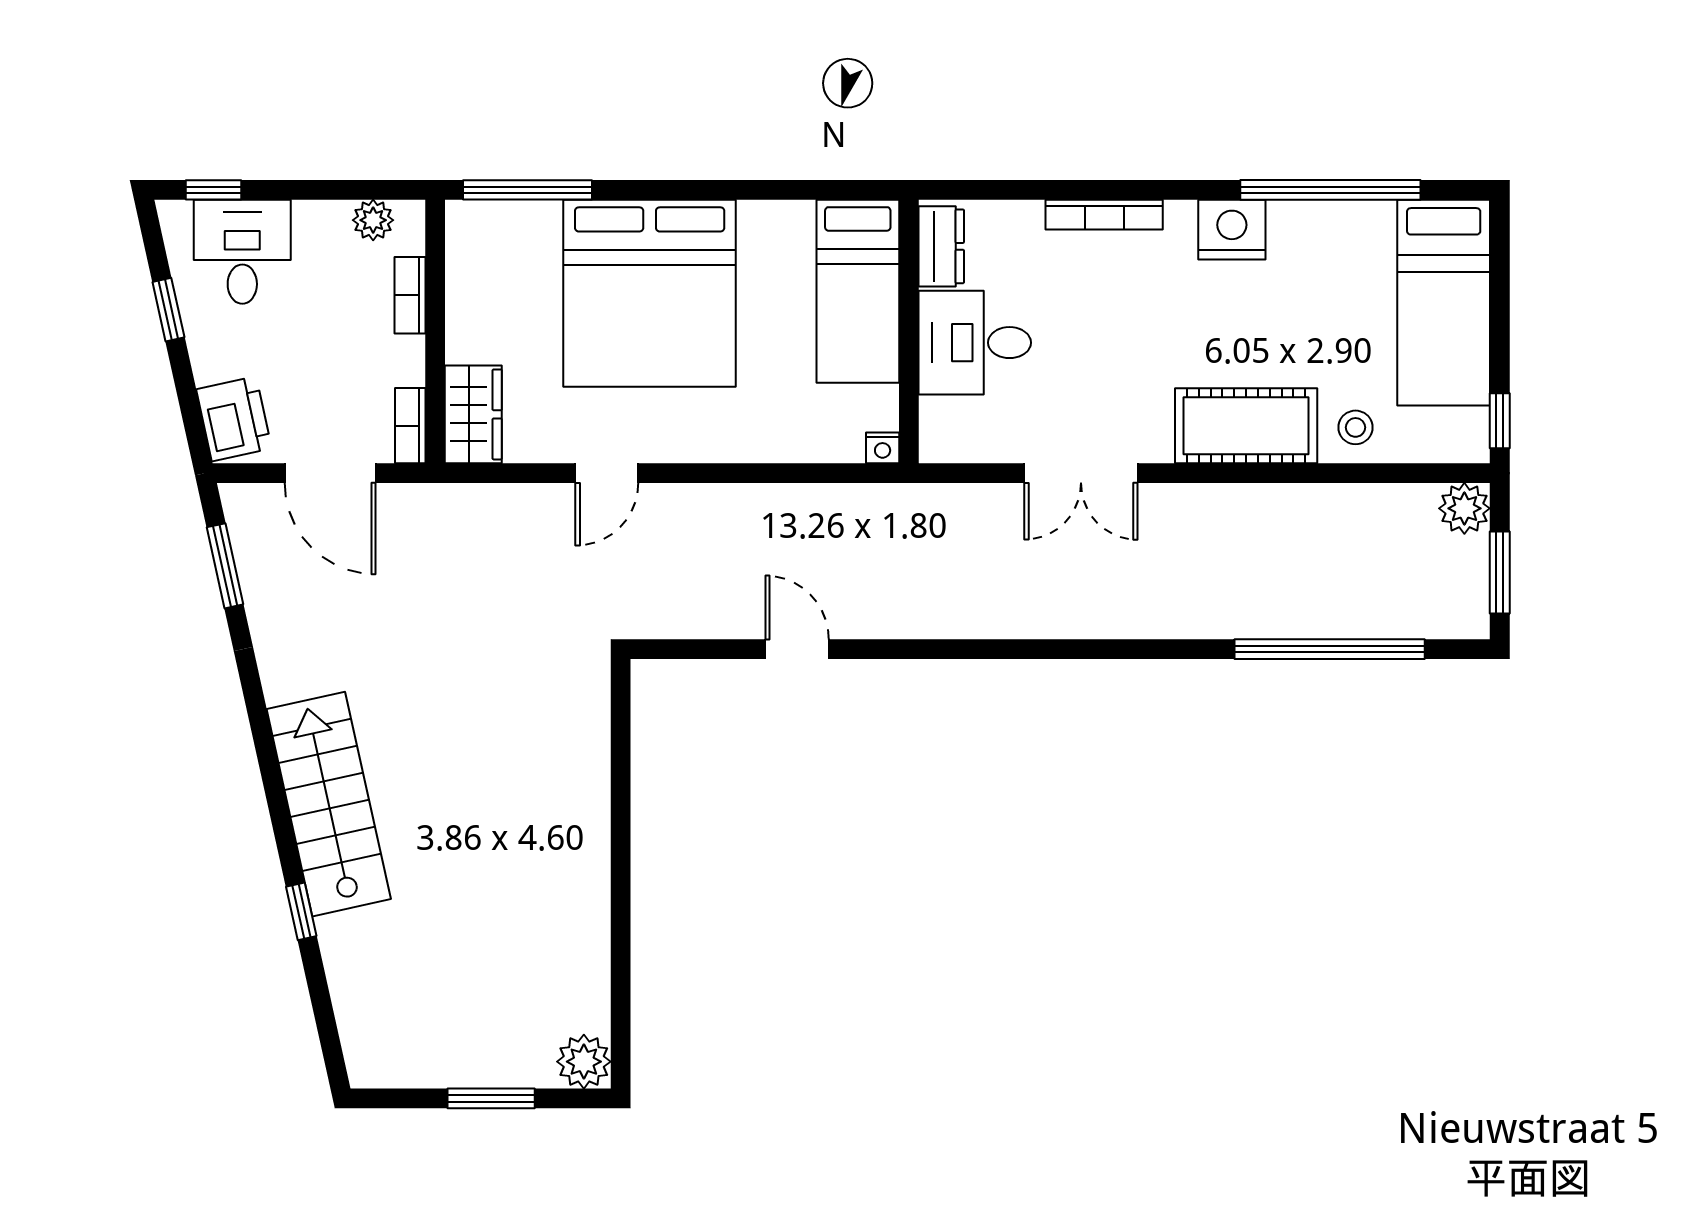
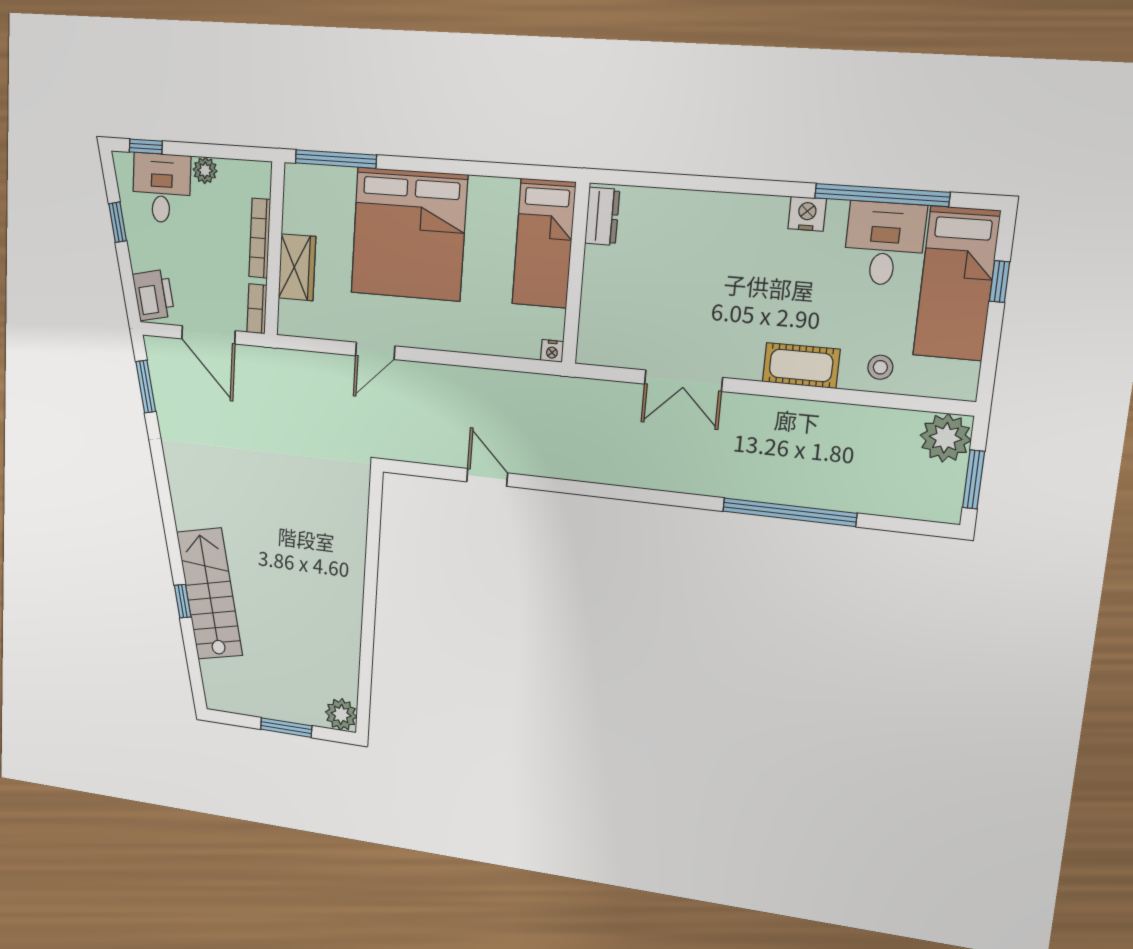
bookcase: (1104, 215) -> (717, 202), removed
plant: (373, 220) -> (205, 170), moved
nightstand: (1232, 230) -> (807, 214), width x0.74, depth x0.75
bookcase: (410, 295) -> (260, 238), width x1.56
desk: (975, 343) -> (884, 244), moved, turned 90
wardrobe: (473, 414) -> (297, 267), moved
window: (1500, 421) -> (1000, 282), moved
cot: (1246, 426) -> (801, 365), width x0.73, depth x0.75
plant: (1464, 508) -> (946, 438), width x1.36, depth x1.36
window: (1330, 649) -> (789, 512), moved
stairs: (329, 804) -> (210, 594), moved

